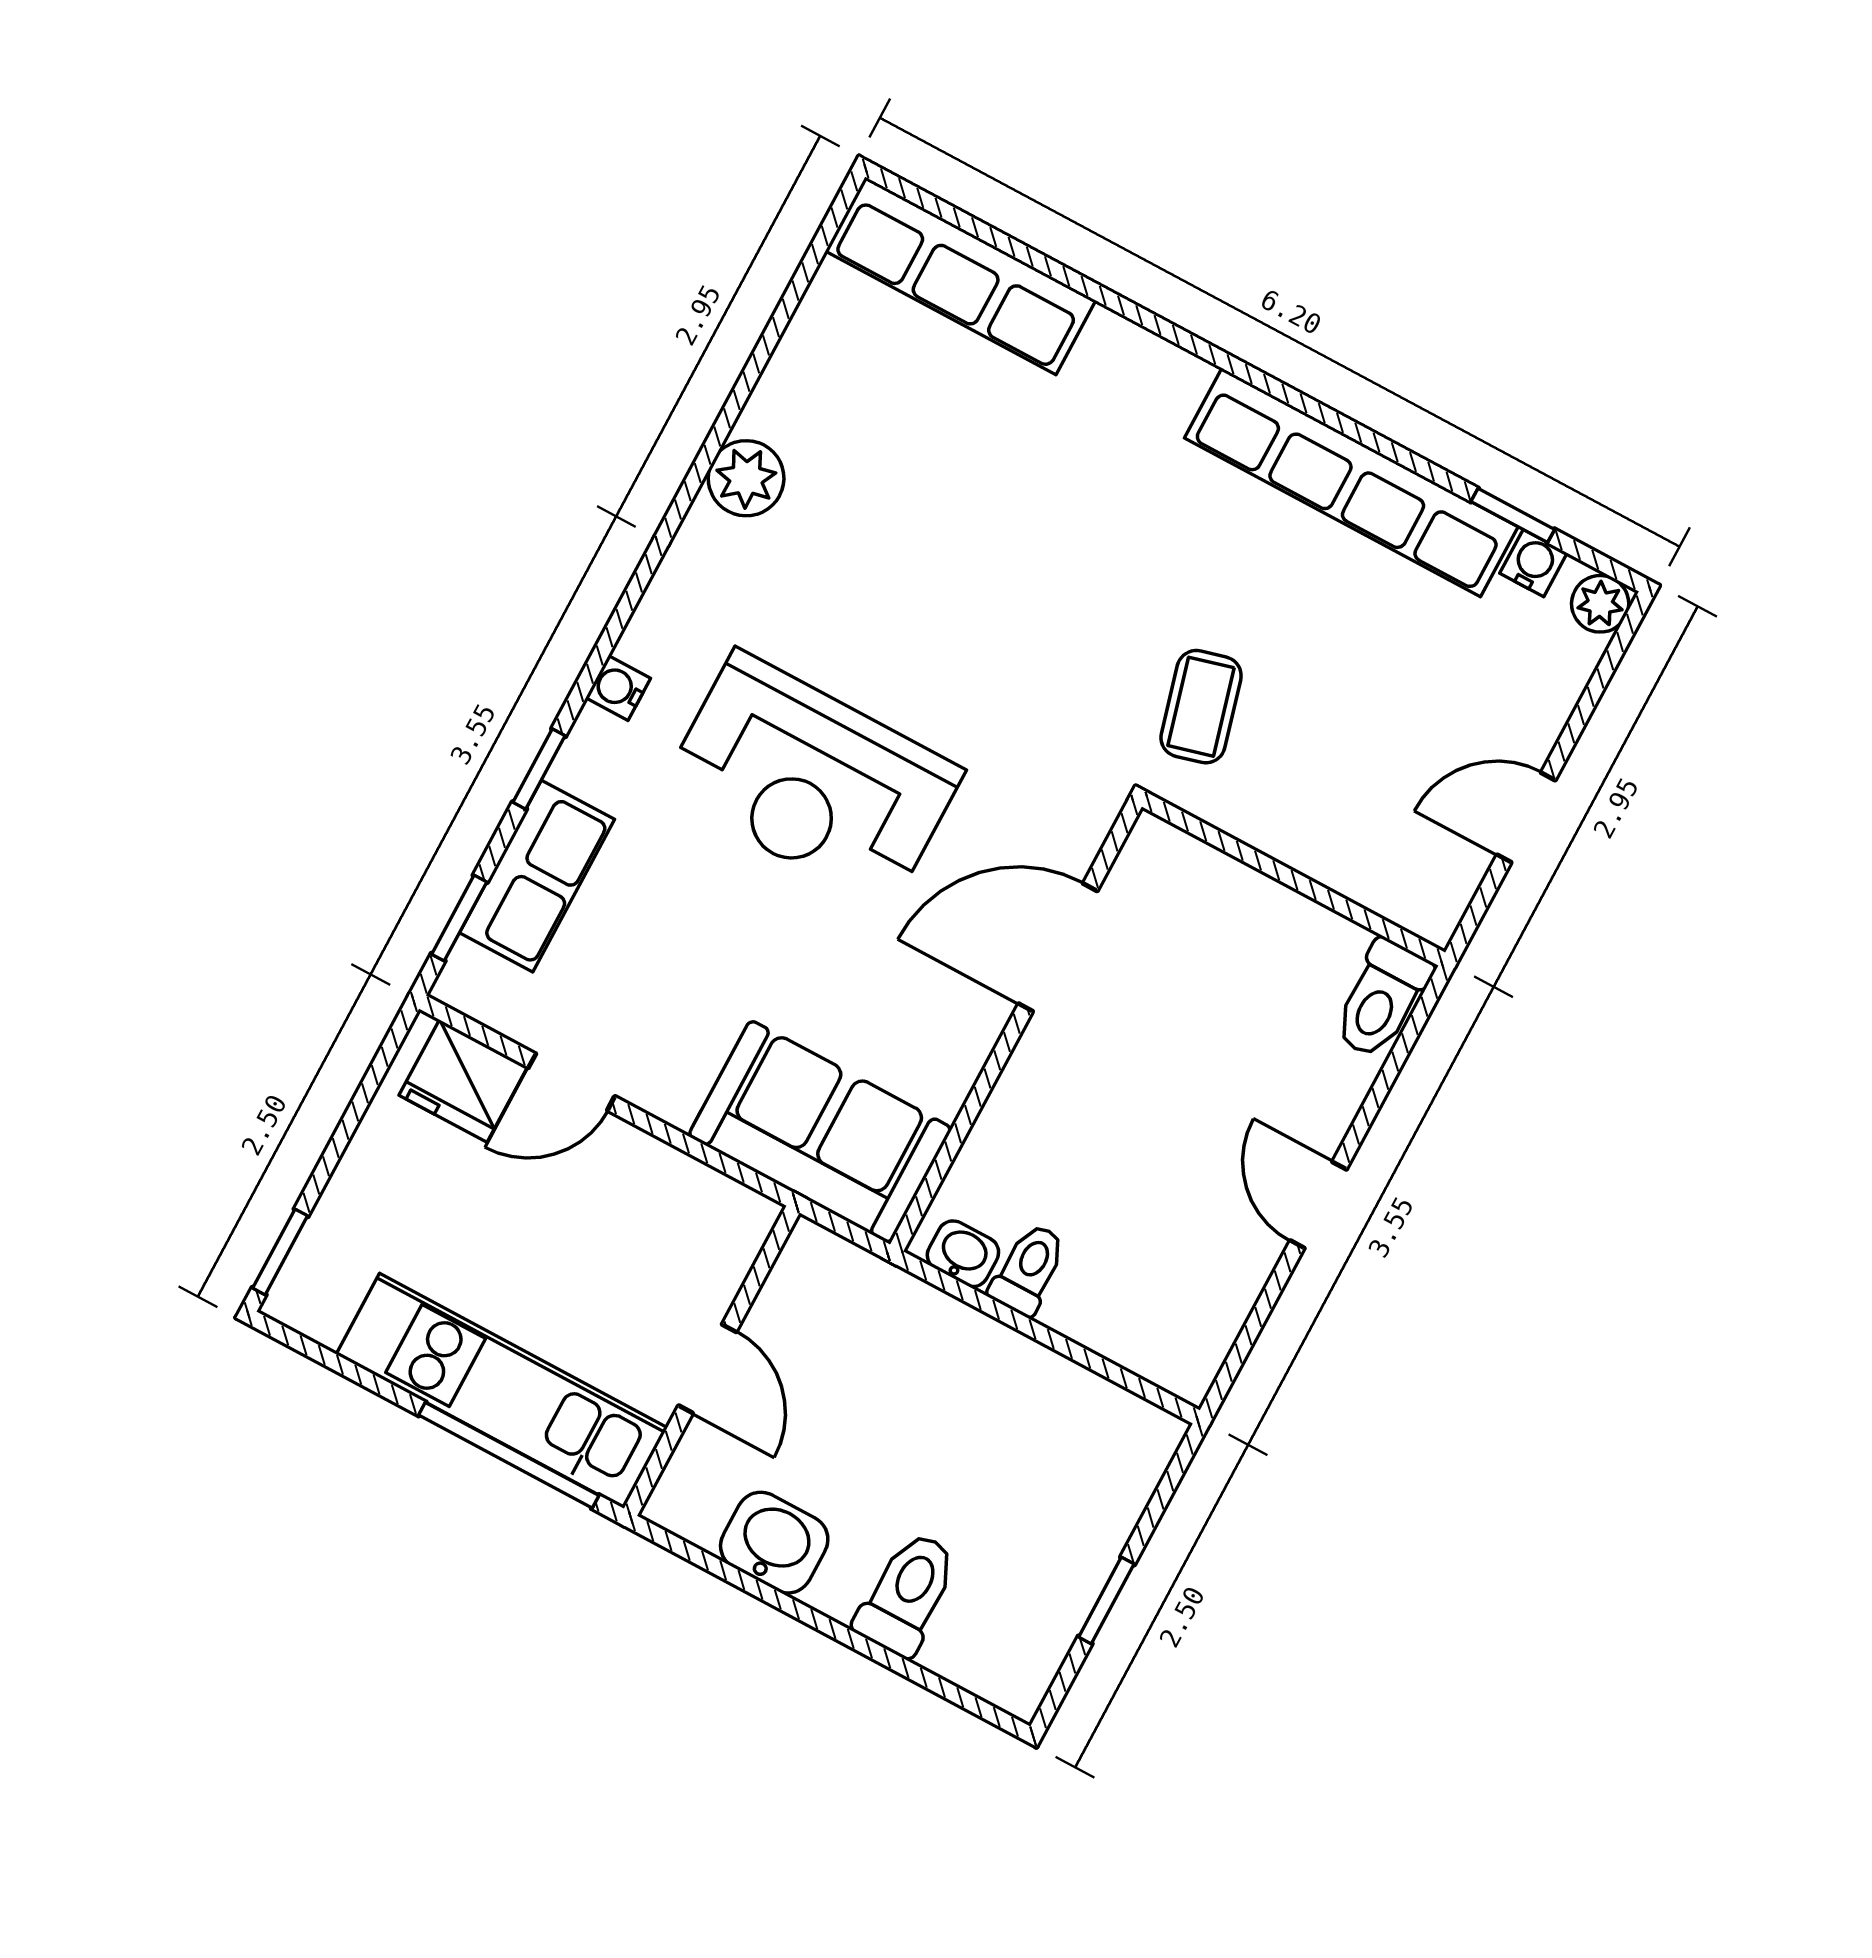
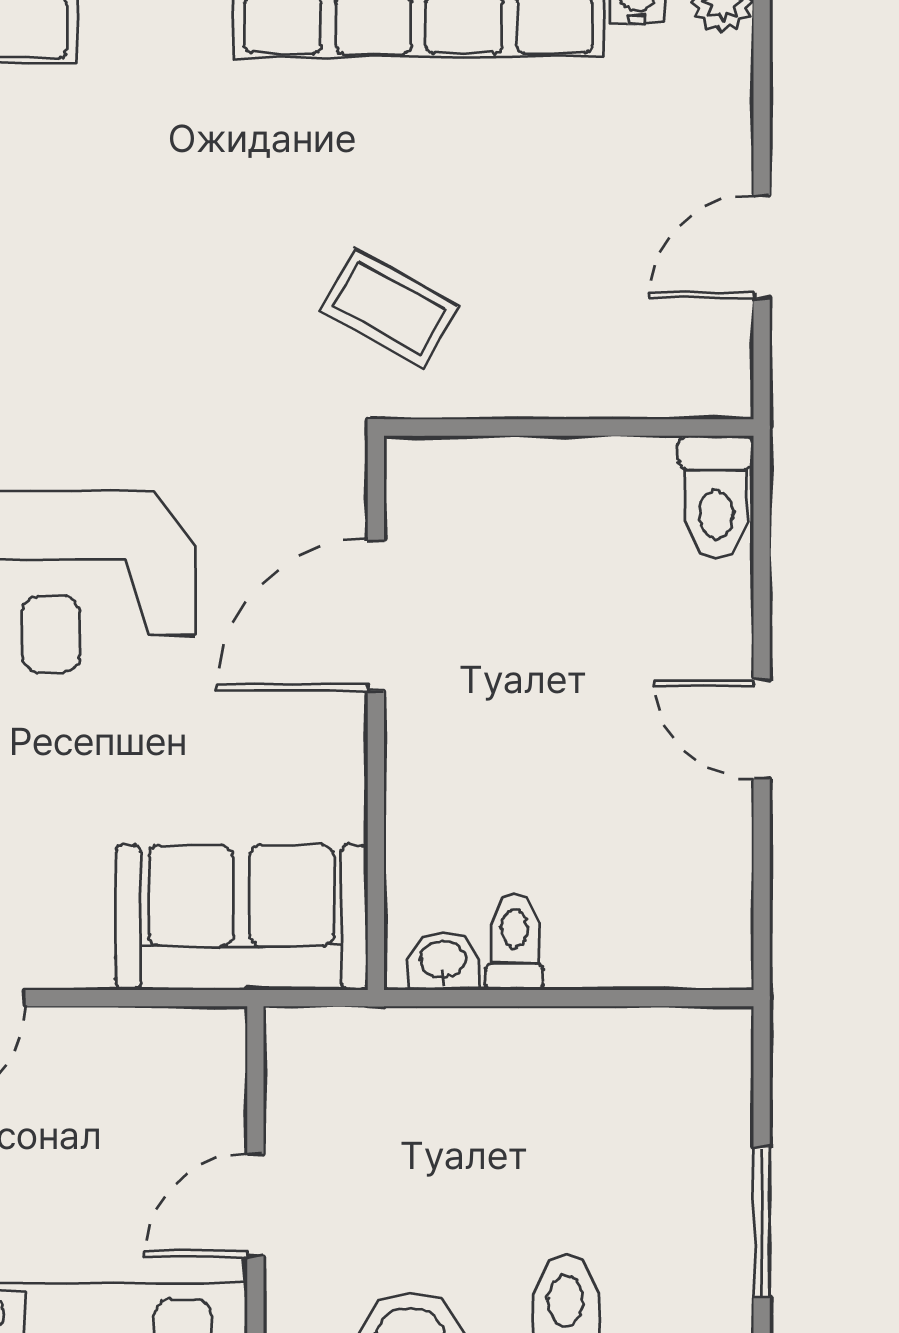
coffee table: (1201, 707) -> (389, 308), turned -46
door: (707, 1369) -> (255, 1205), swing flipped
window: (1106, 1600) -> (762, 1222), width x1.50

